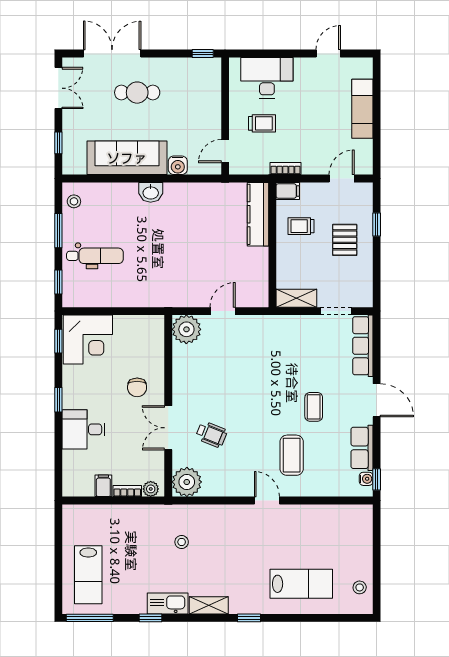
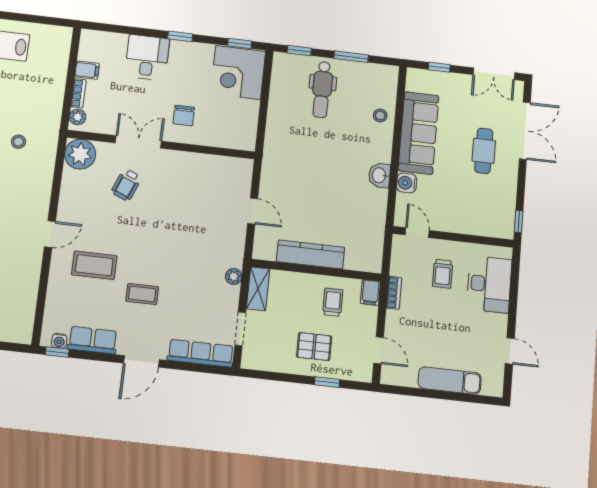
washbasin: (151, 192) -> (379, 175), moved
stool: (74, 201) -> (380, 115), moved
kitchen counter: (258, 214) -> (311, 254), moved
plant: (186, 329) -> (234, 276), moved, width x0.53, depth x0.53
chair: (137, 387) -> (184, 116), turned -90

